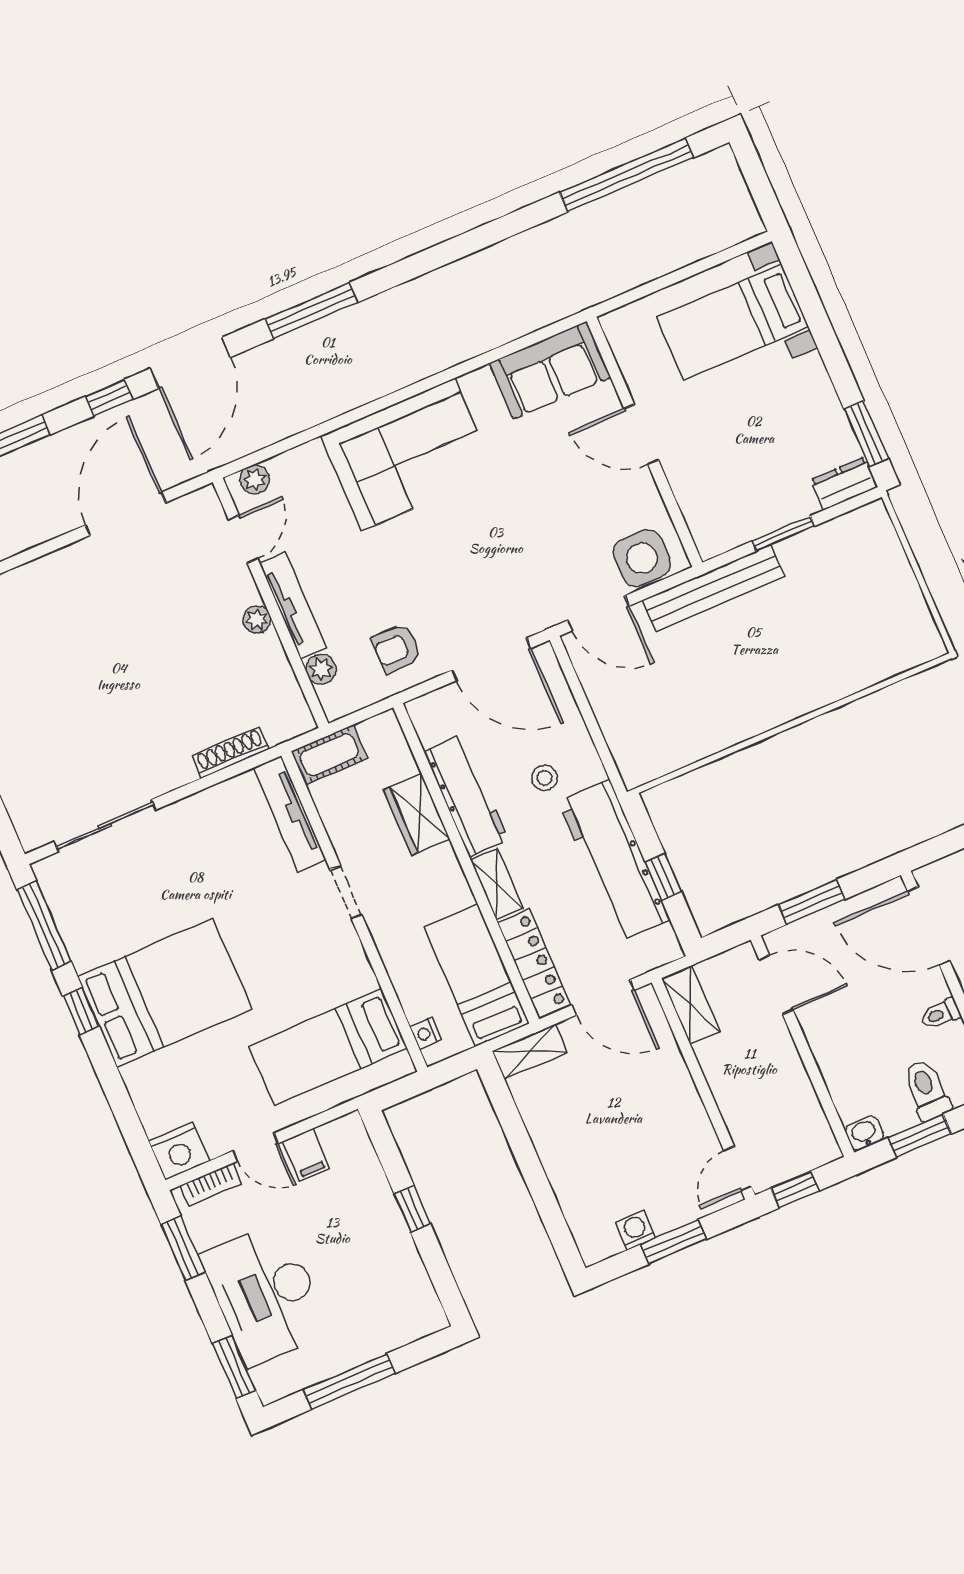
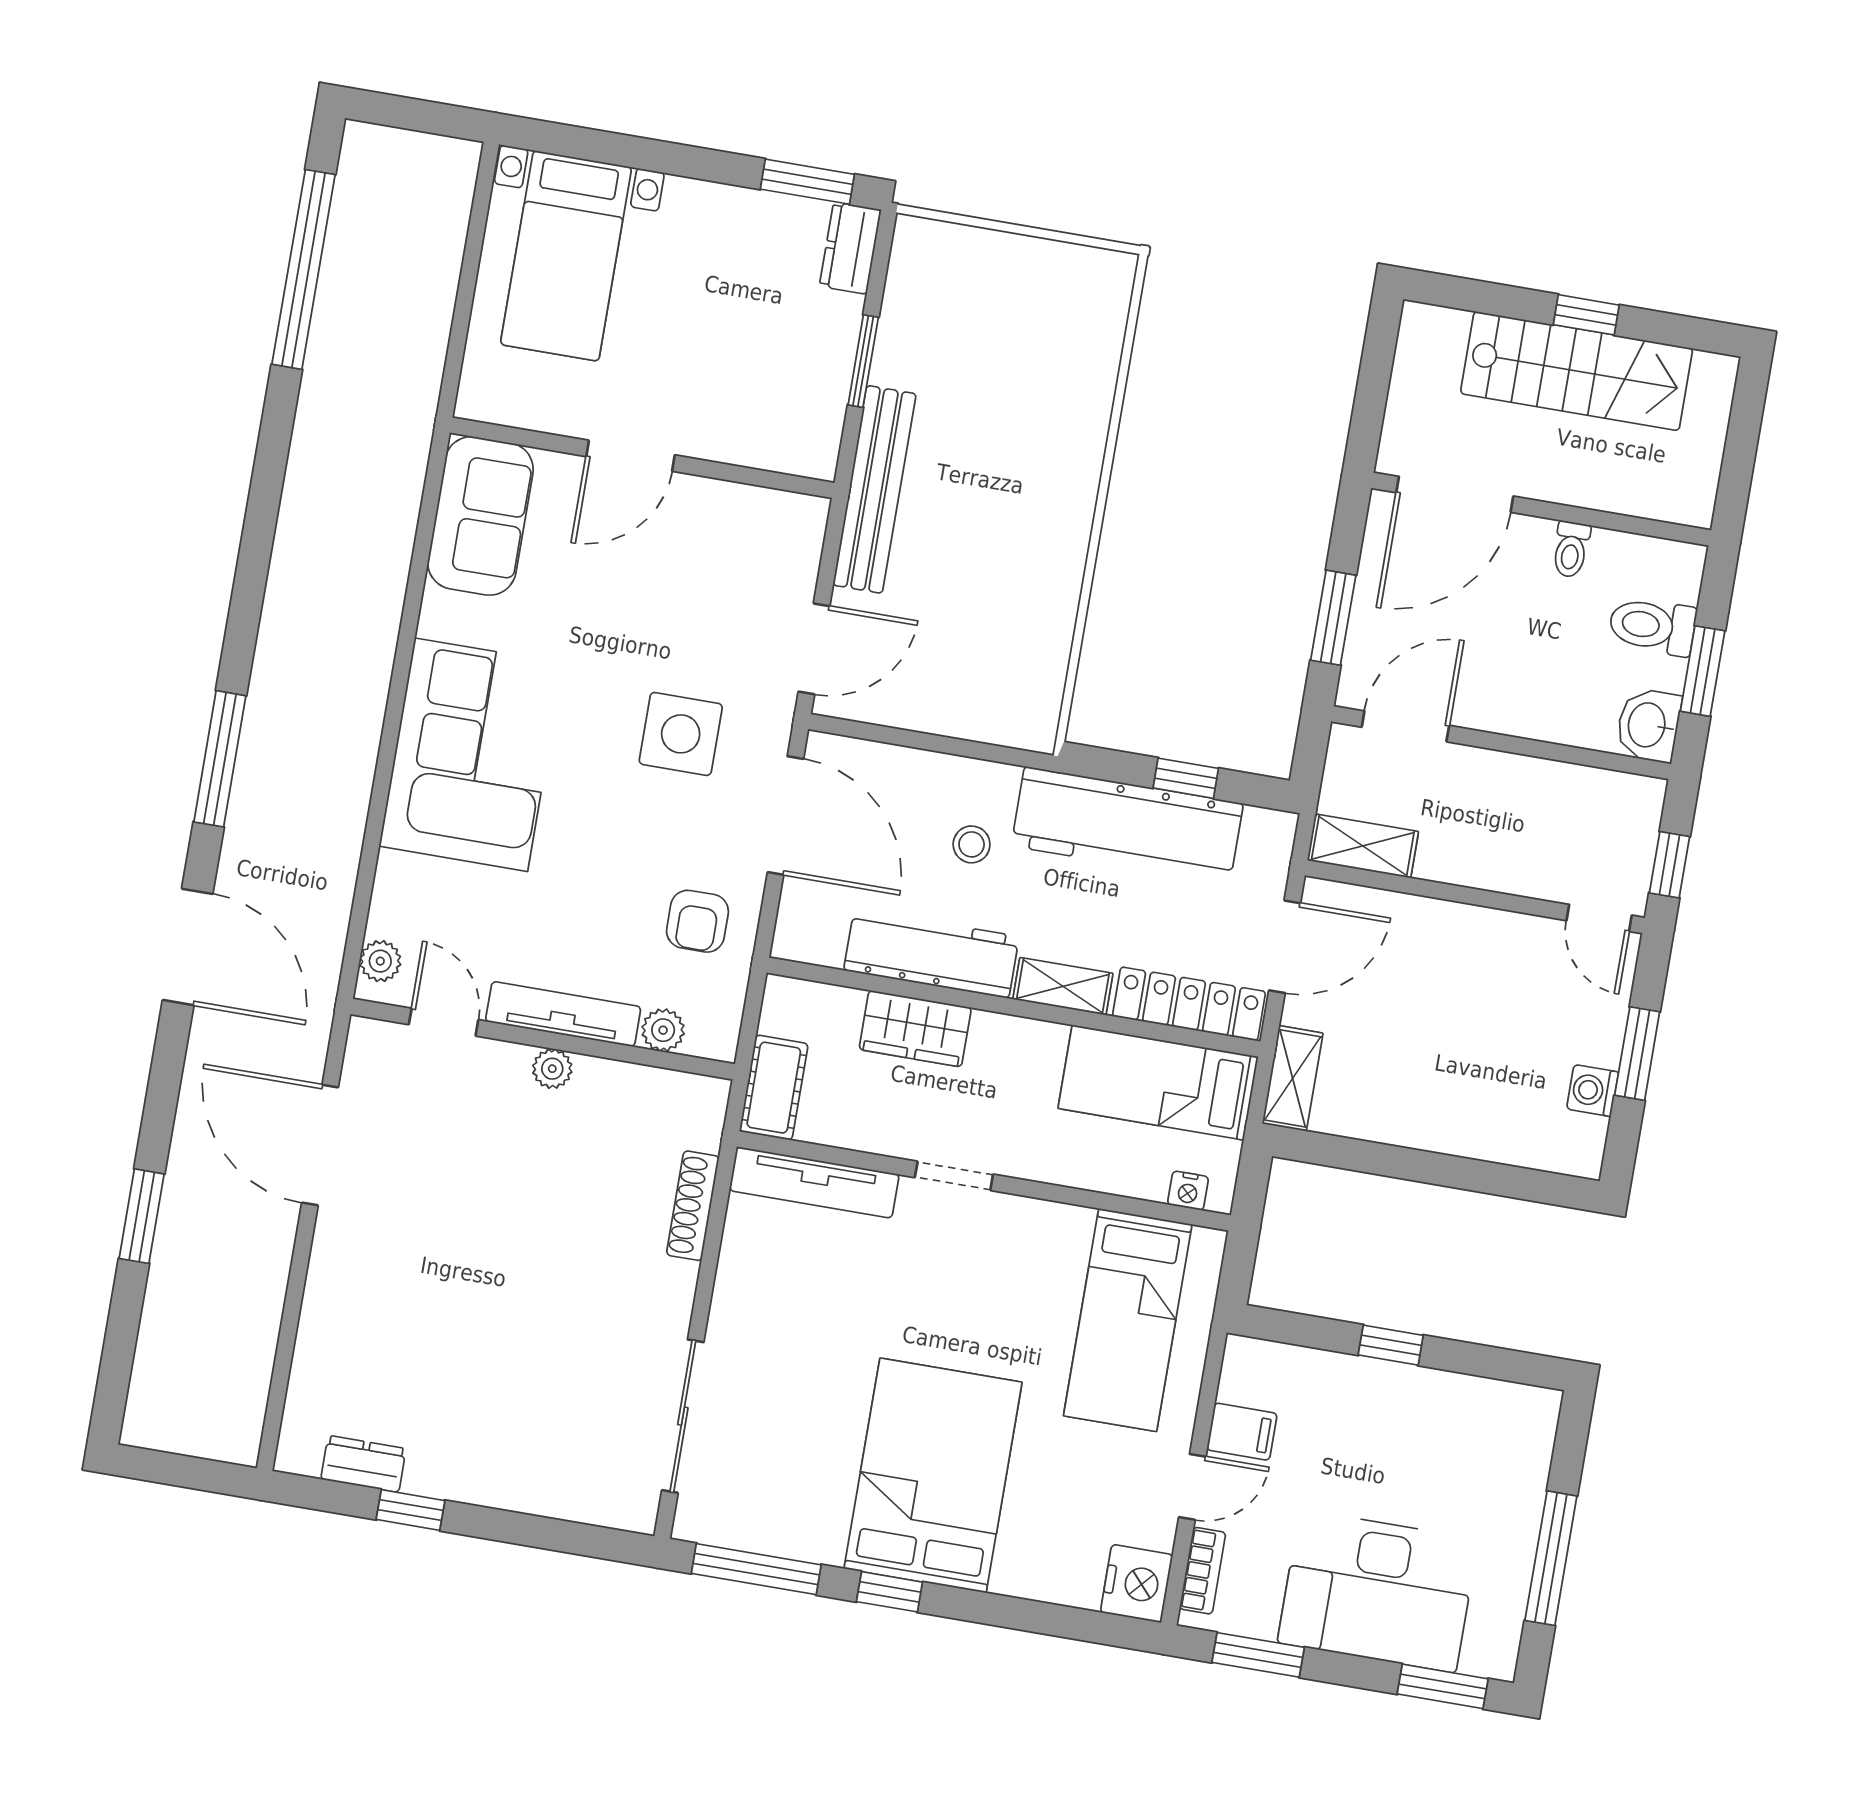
window: (109, 398) -> (166, 1074), removed
side table: (642, 558) -> (681, 734), moved
door: (491, 659) -> (785, 816), hinge flipped
washbasin: (864, 1133) -> (1648, 725), width x1.38, depth x1.45

